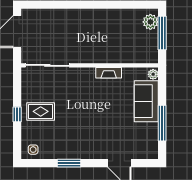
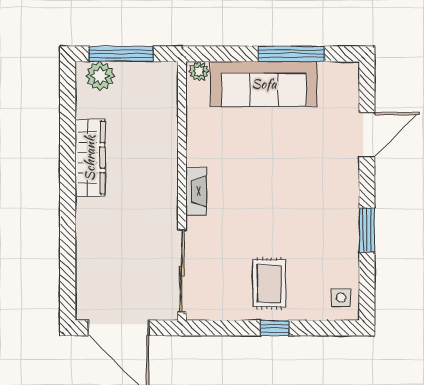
wardrobe: (107, 17) -> (90, 158), added
fireplace: (109, 73) -> (196, 191), moved
sofa: (146, 101) -> (264, 84), width x1.36

